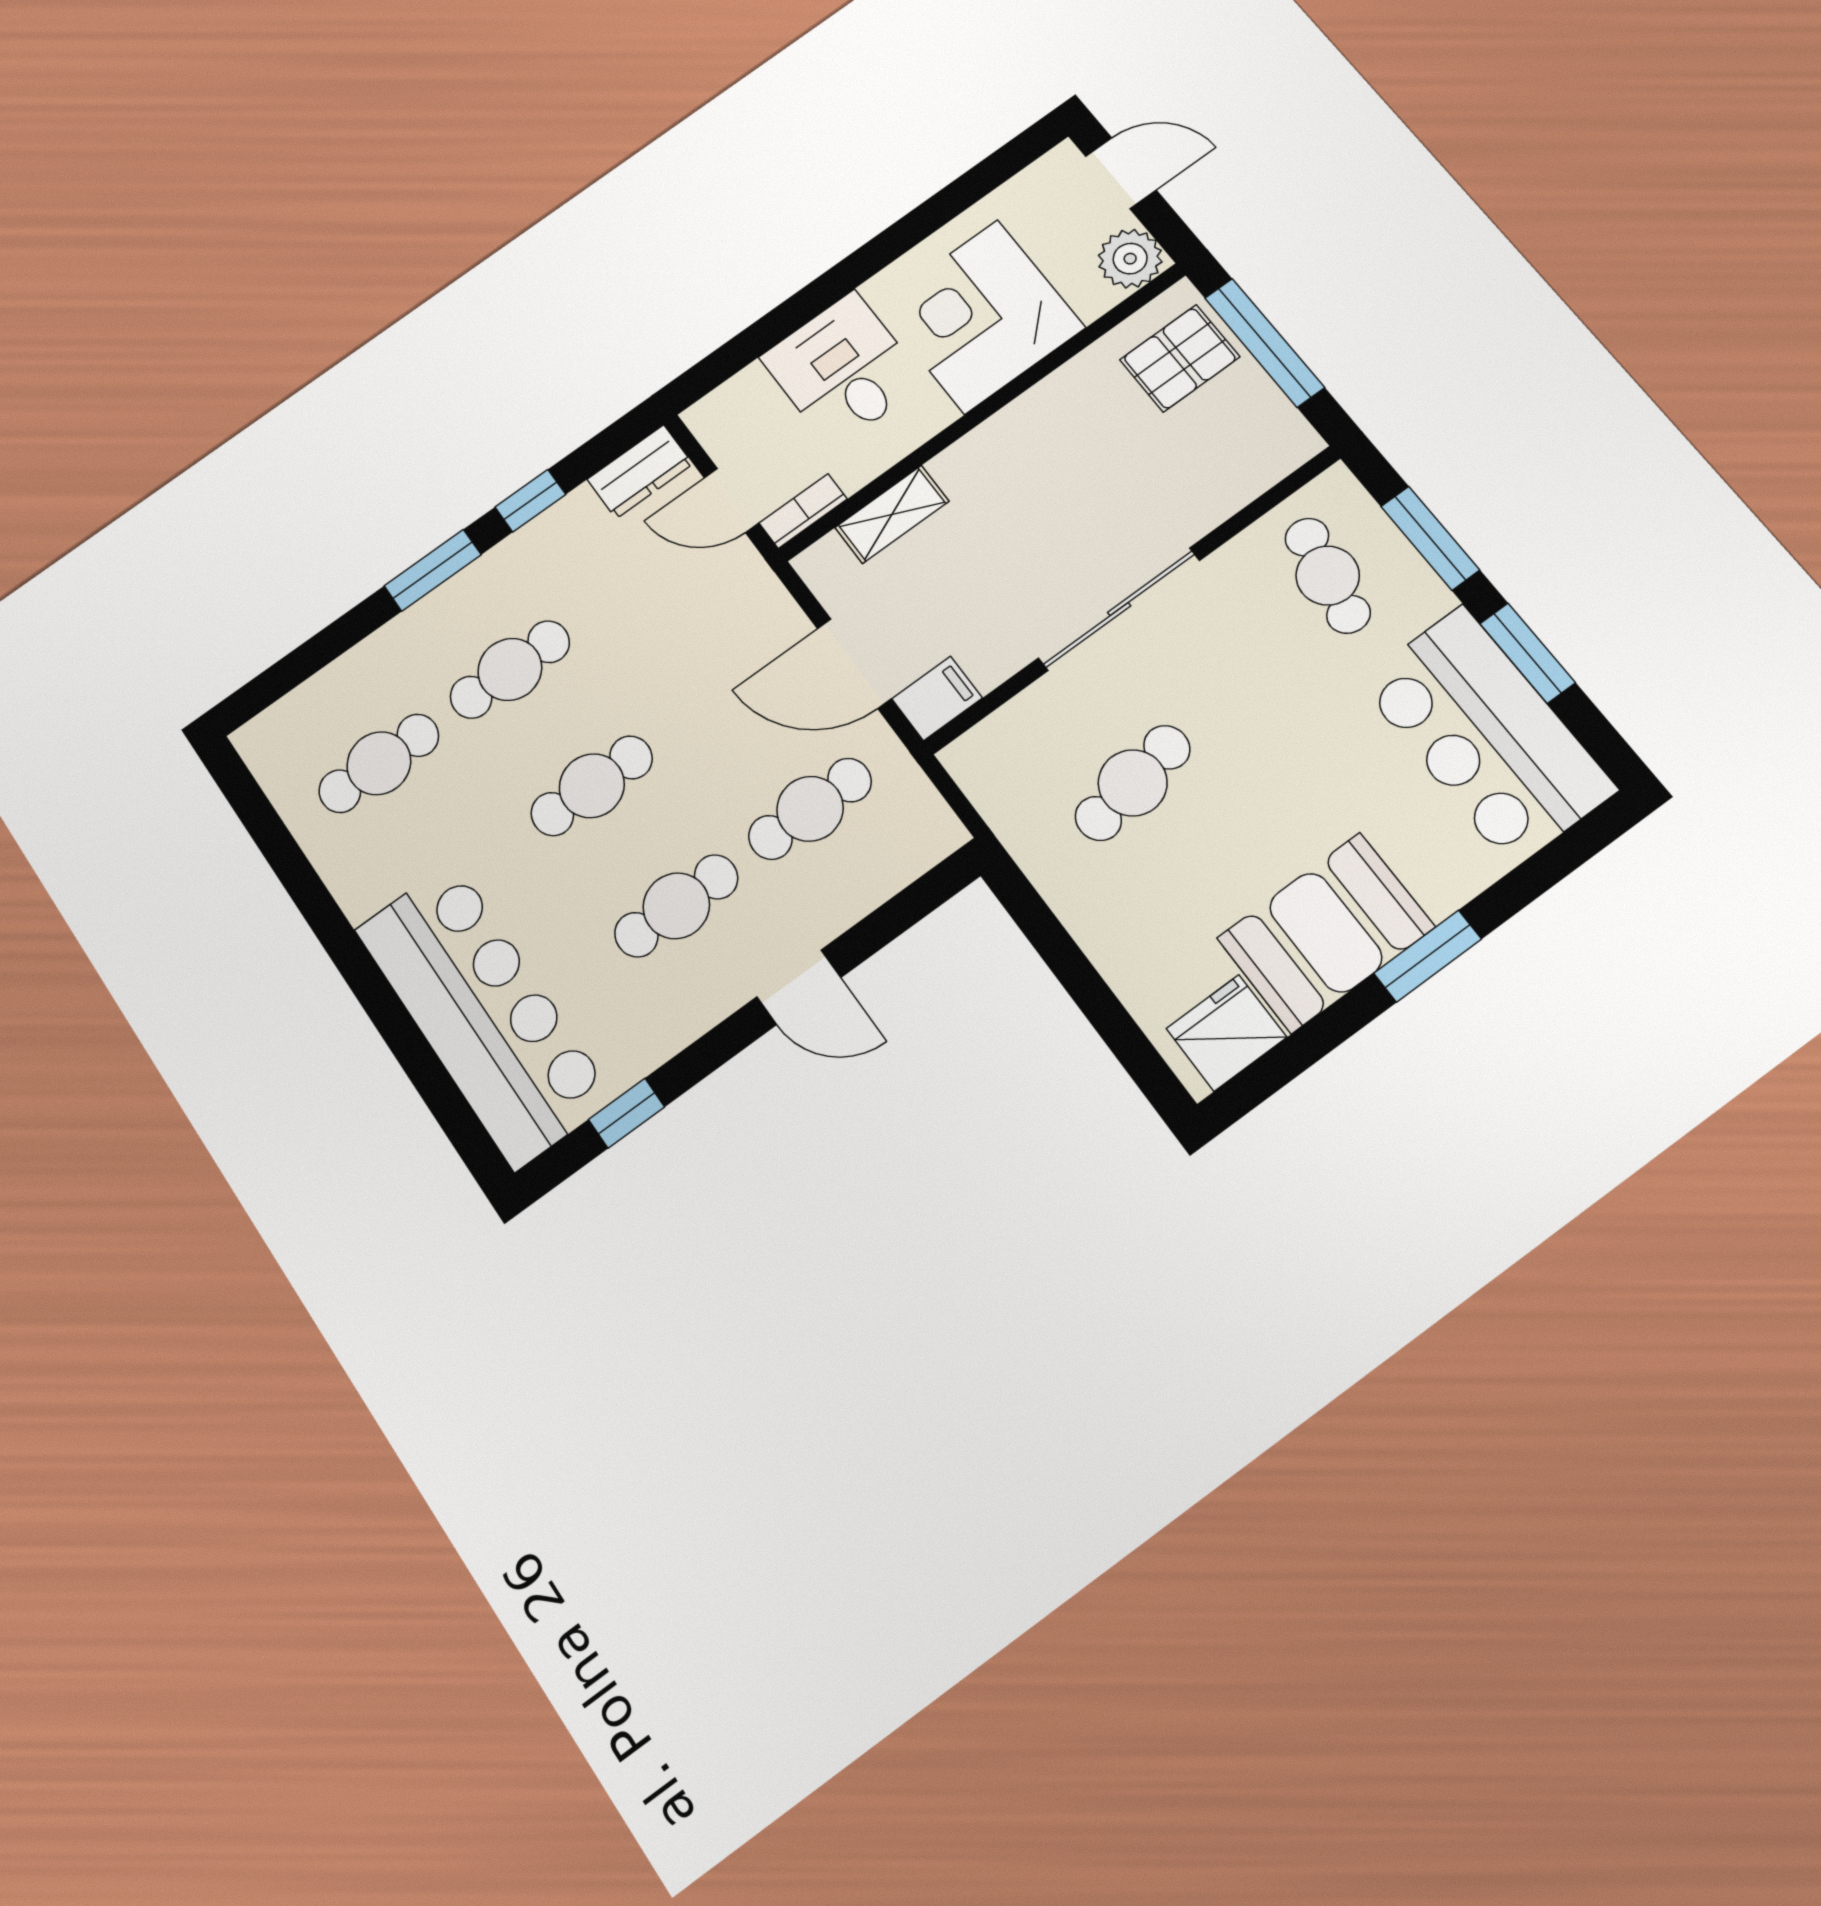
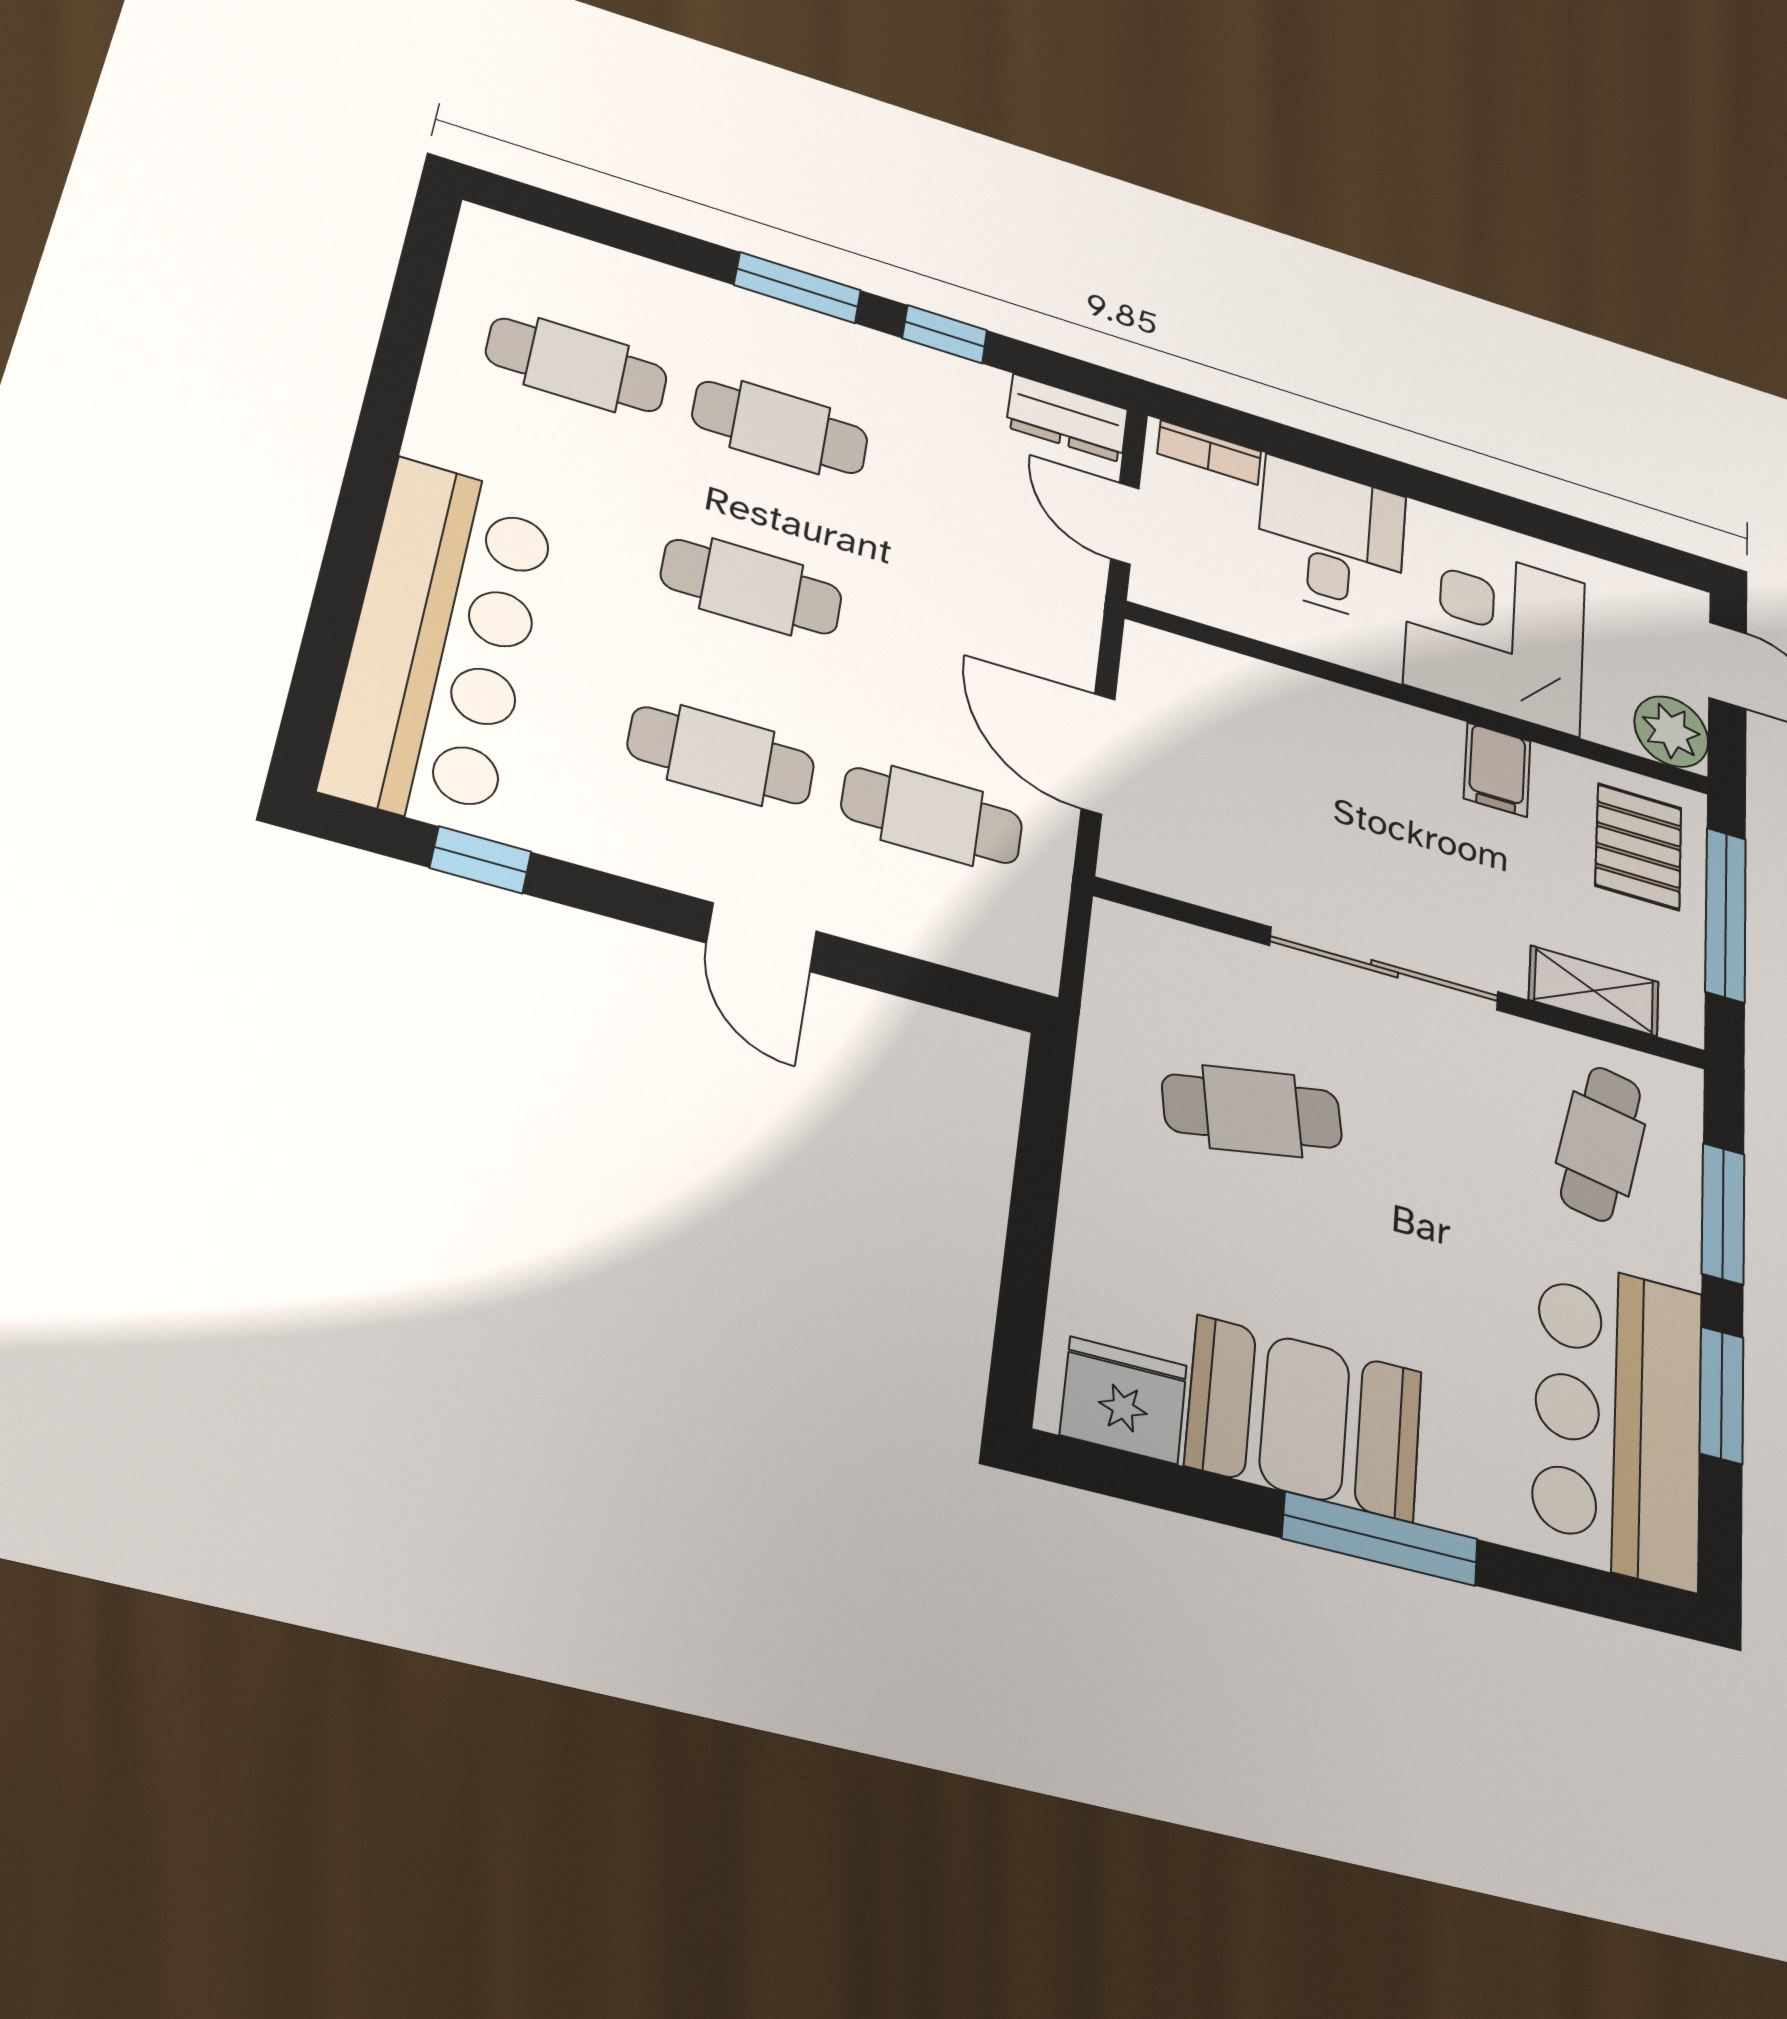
pallet: (1180, 358) -> (1639, 847), turned 90
bookcase: (803, 511) -> (1209, 453), moved, turned 180
shelving: (892, 514) -> (1594, 991), moved
filing cabinet: (937, 698) -> (1497, 770), moved, turned 90
window: (1428, 956) -> (1380, 1539), width x1.44

